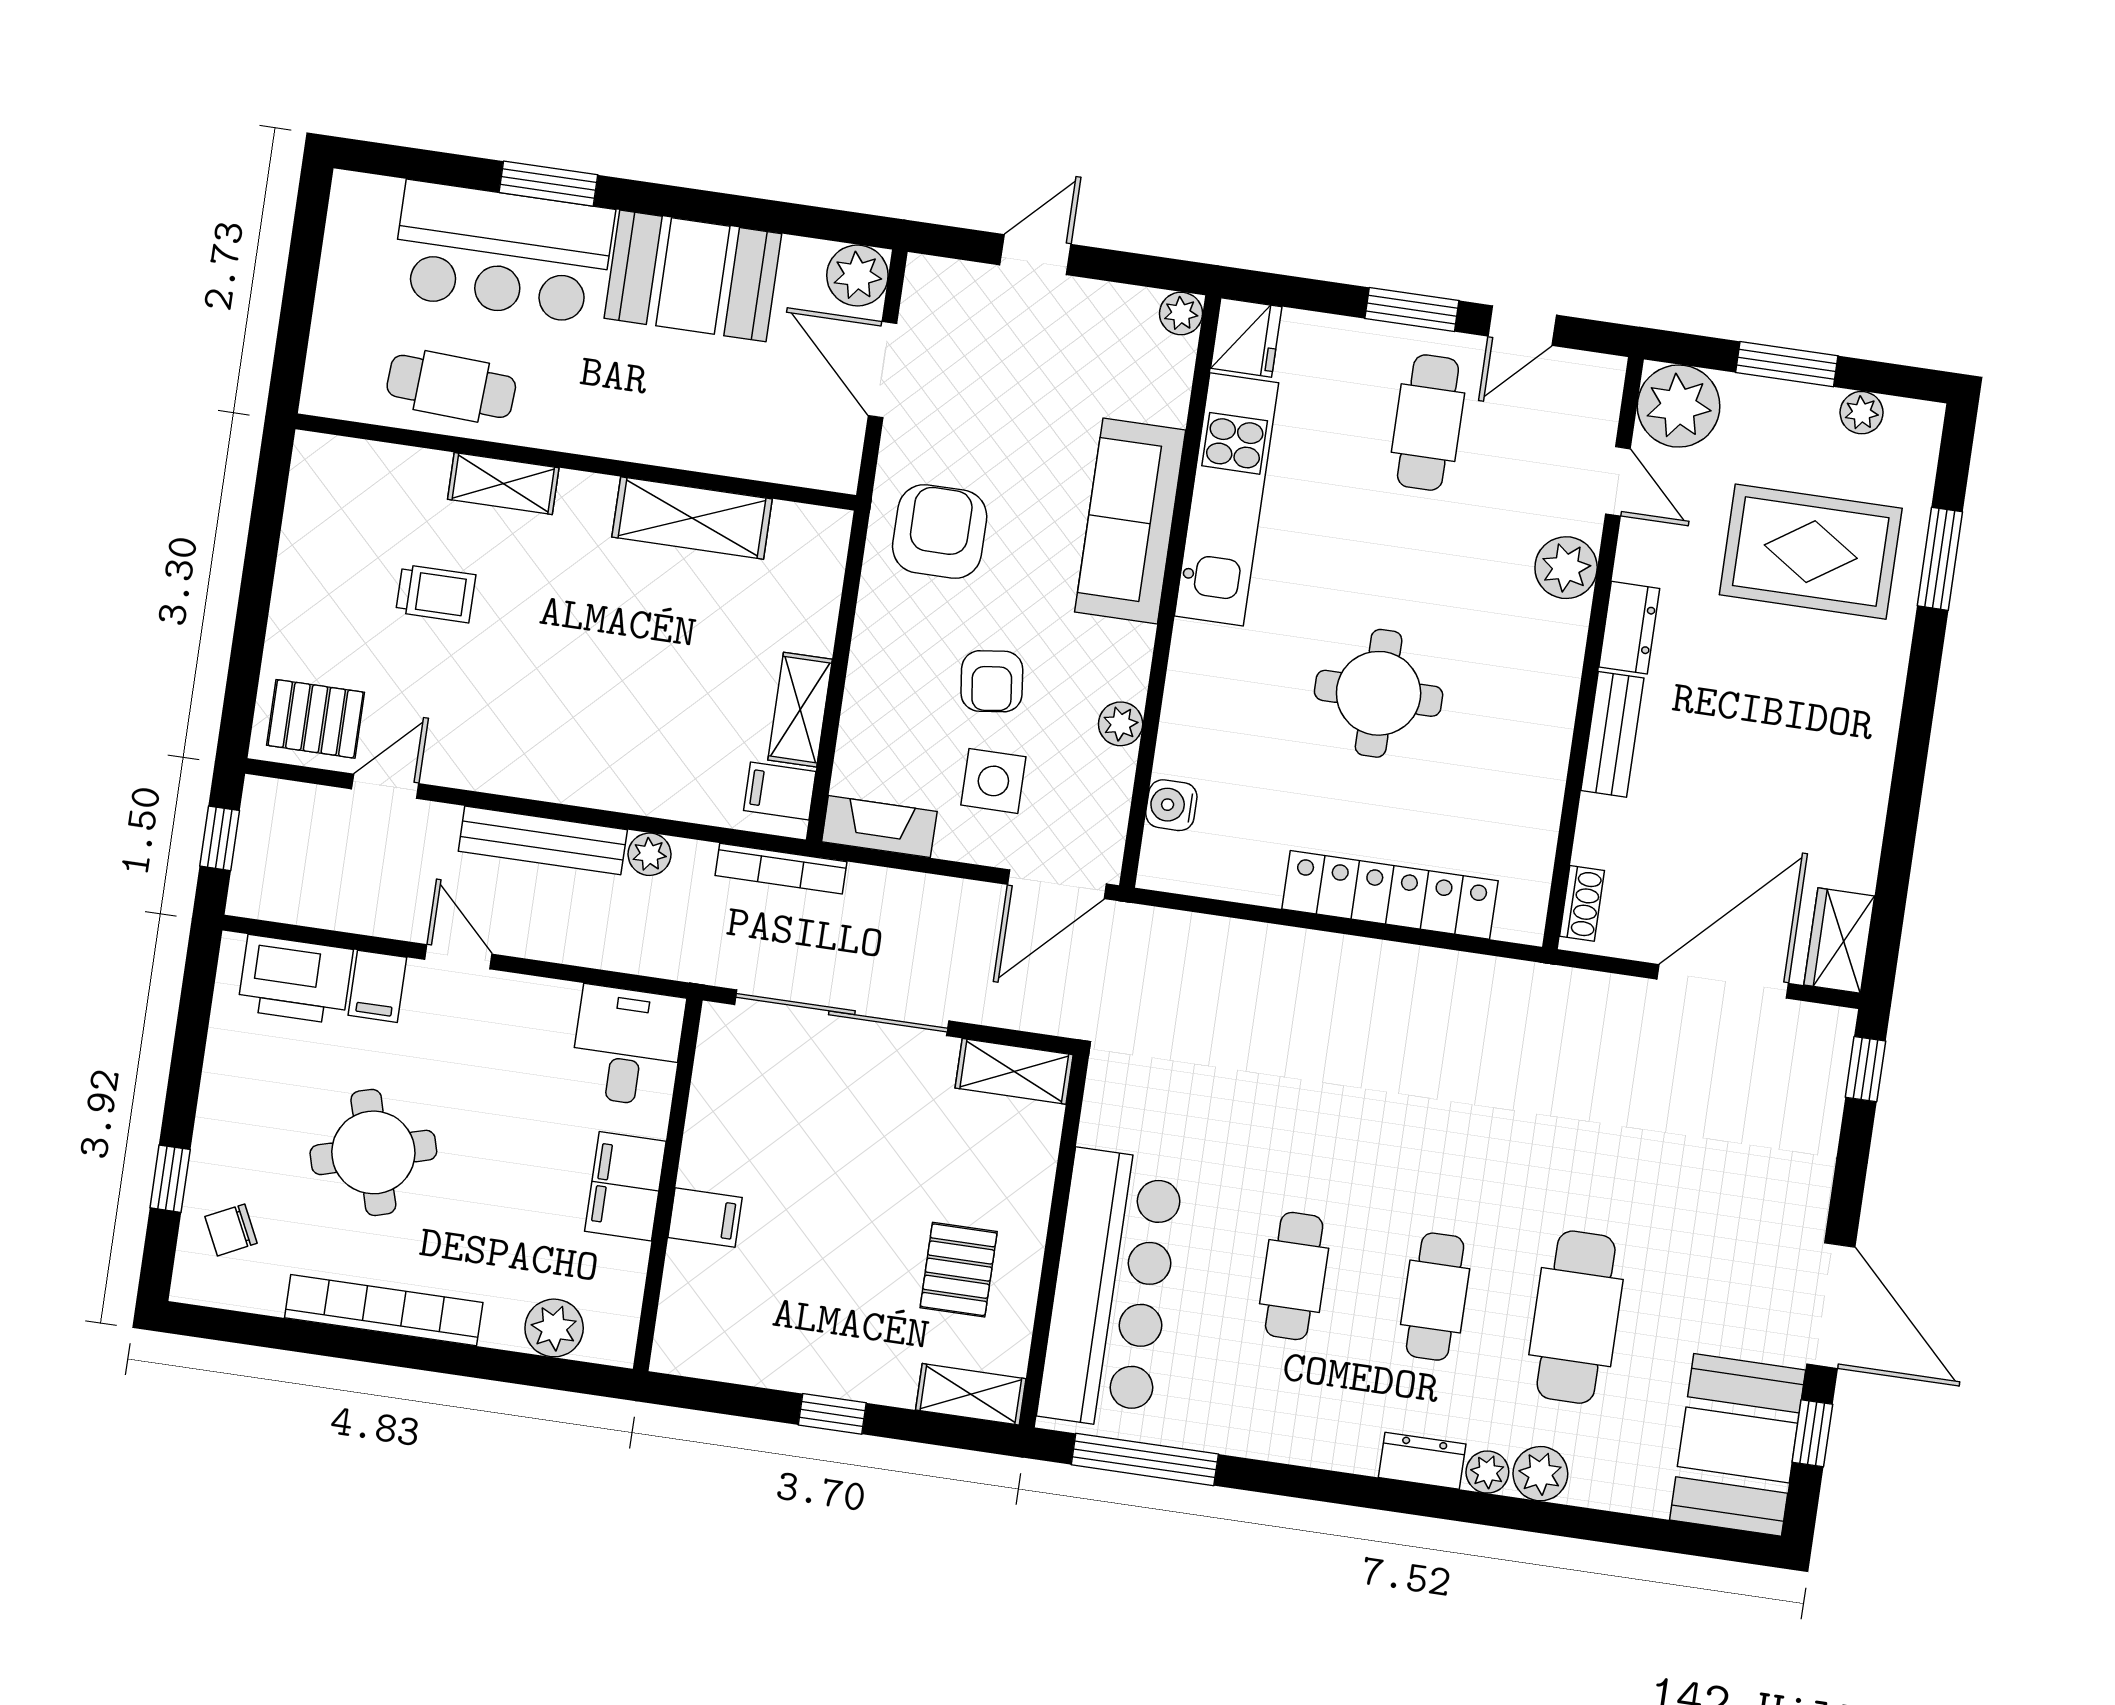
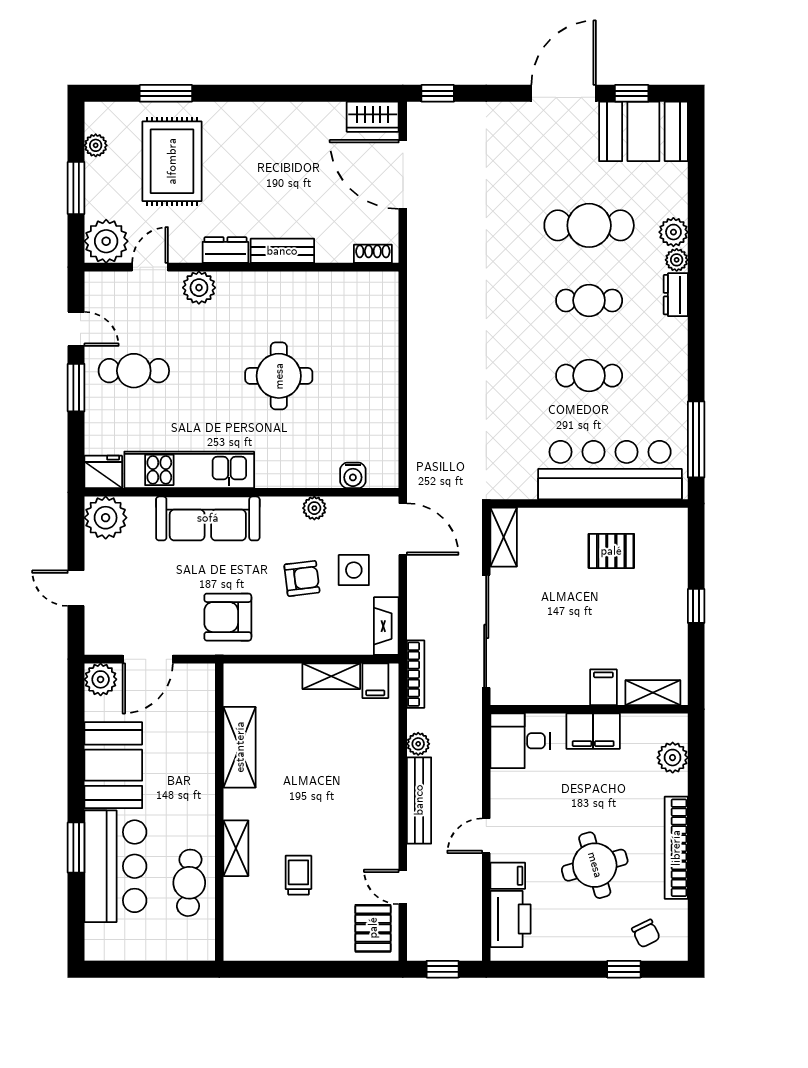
plant: (1181, 313) -> (106, 518), width x1.88, depth x1.88
locker: (1390, 895) -> (383, 355), removed
shelving: (971, 1394) -> (653, 693), moved, turned 90

